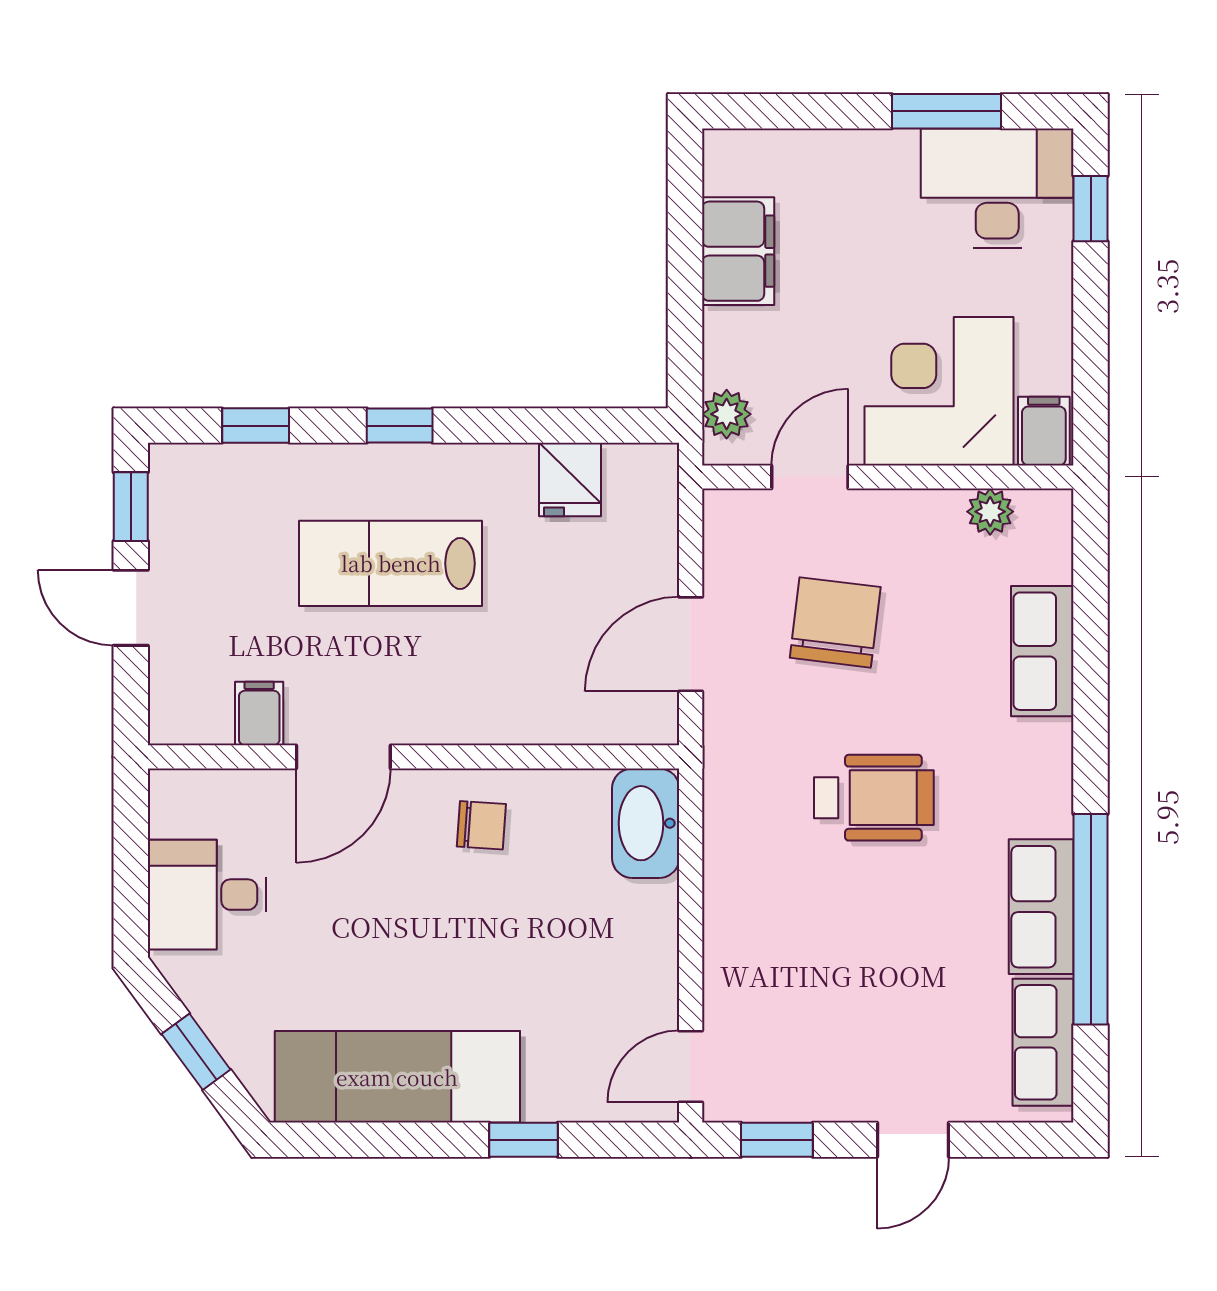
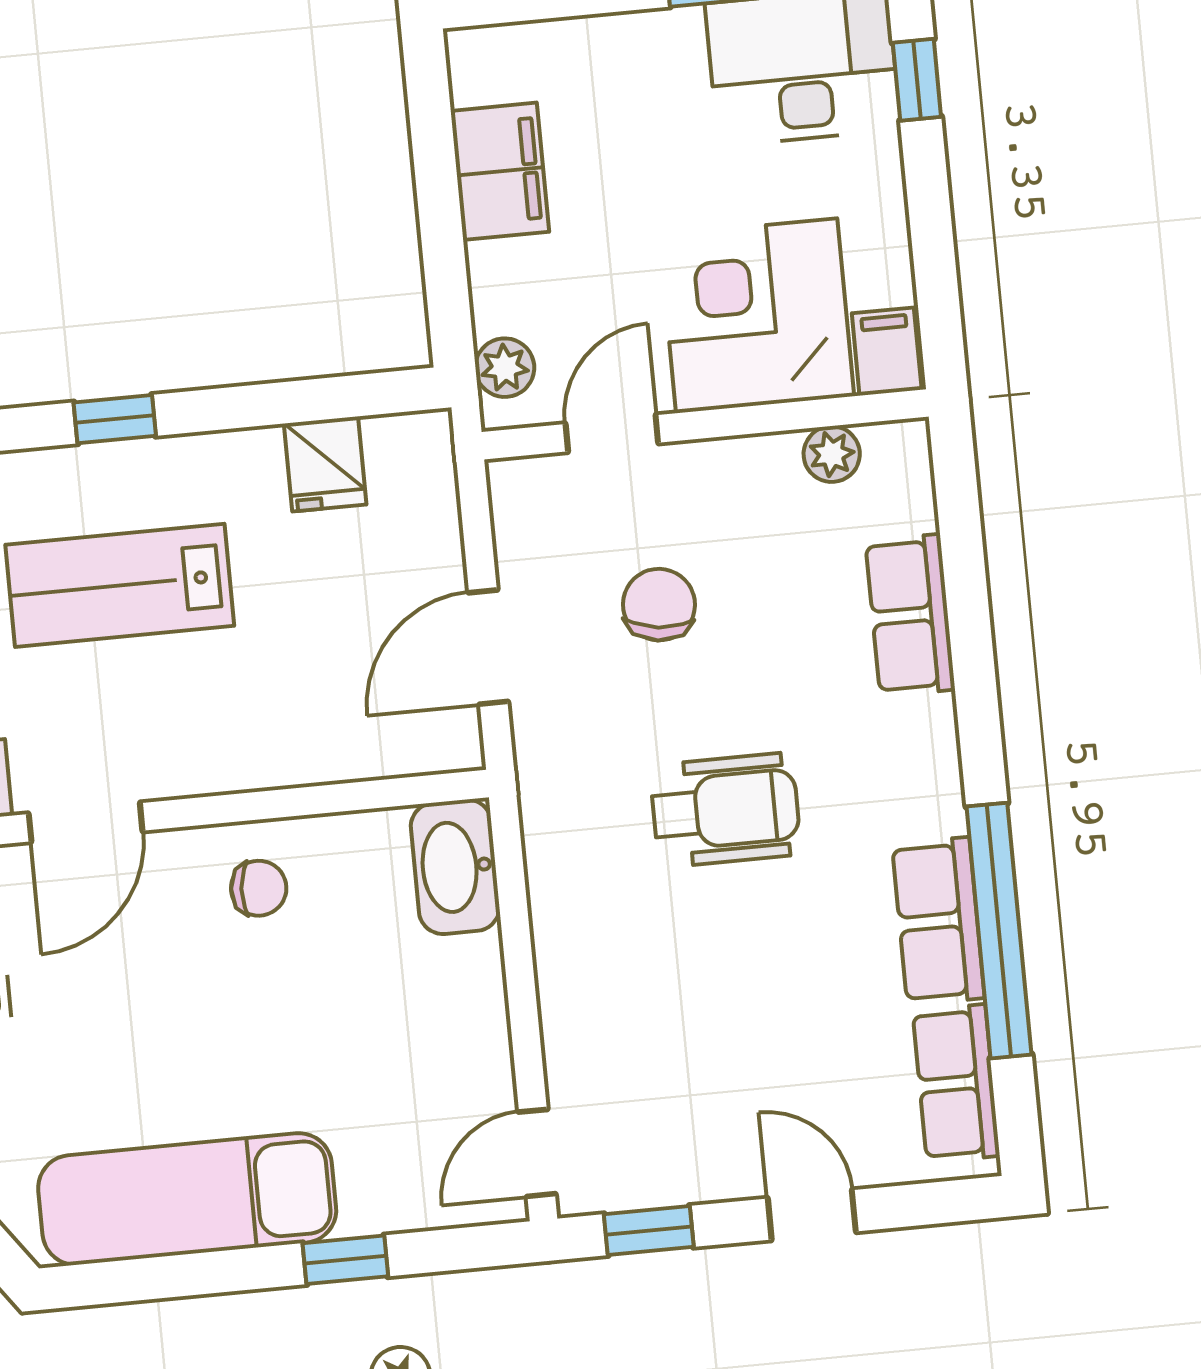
chair: (835, 622) -> (659, 605), width x0.73, depth x0.73
door: (913, 1140) -> (812, 1215), swing flipped

